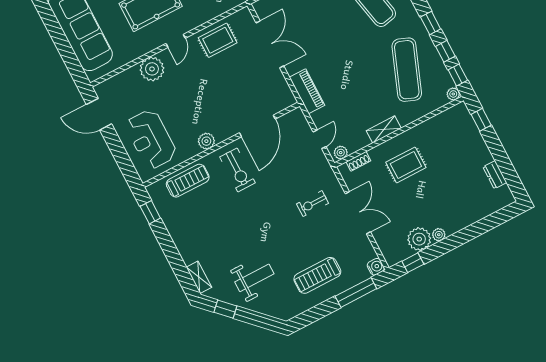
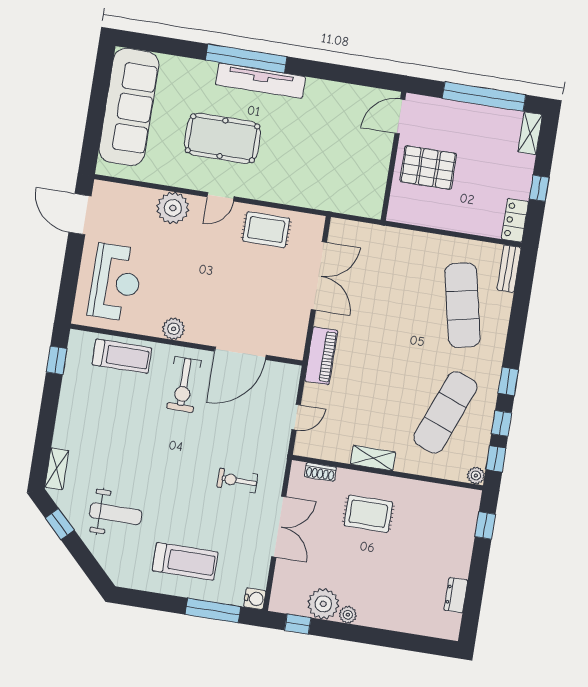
reception desk: (151, 139) -> (116, 282), turned 180
plant: (341, 153) -> (308, 448), removed
treadmill: (317, 275) -> (185, 561), turned 180

